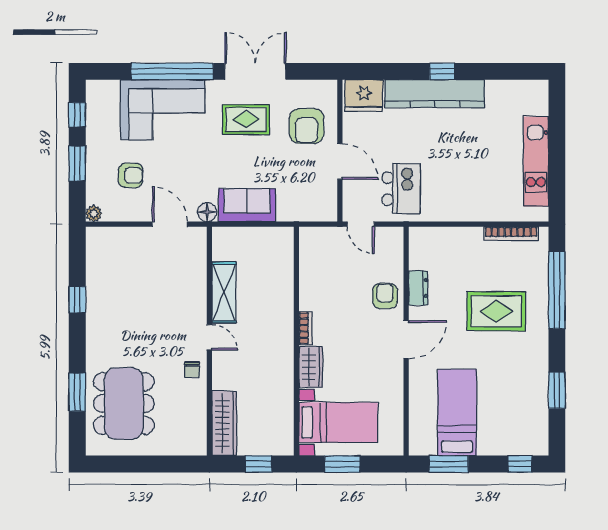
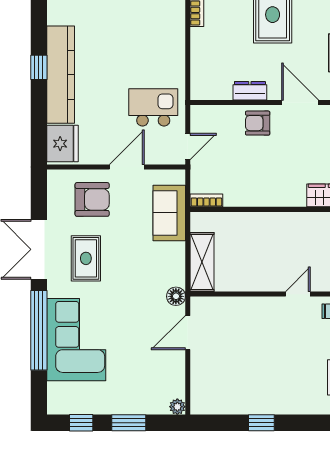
armchair: (130, 175) -> (140, 371), removed
sofa: (247, 205) -> (169, 213), moved
shelving: (224, 292) -> (202, 262), moved, turned 90
bookcase: (306, 328) -> (206, 200), moved

